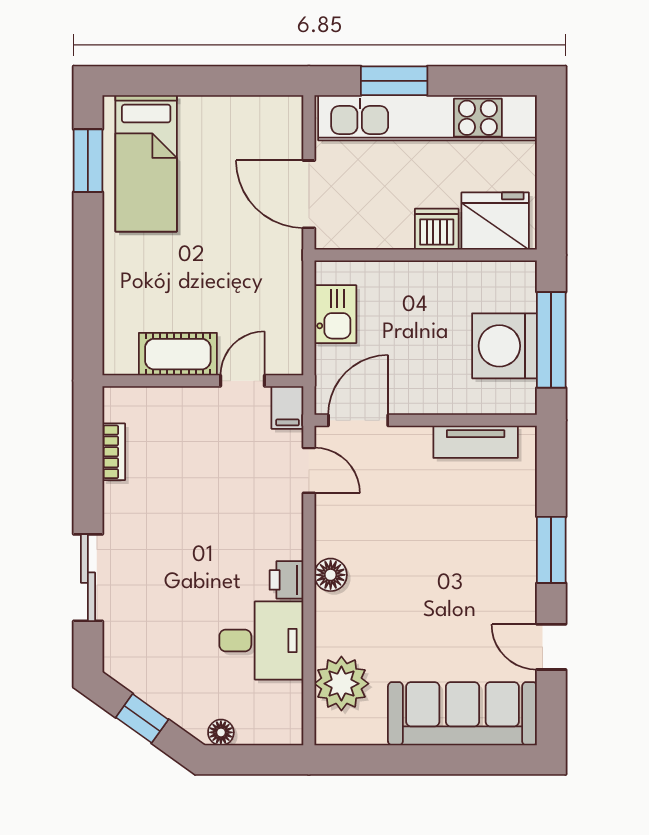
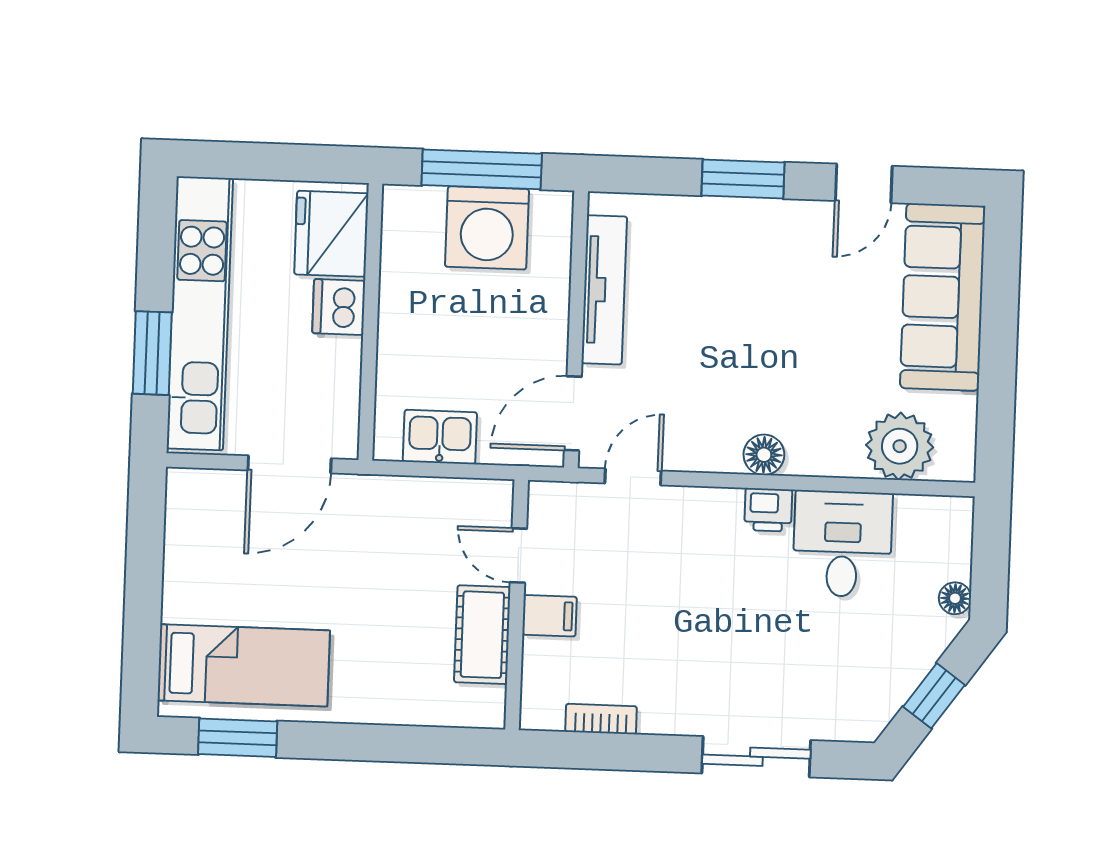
filing cabinet: (287, 407) -> (550, 616), moved
door: (358, 420) -> (573, 413), hinge flipped
tv unit: (476, 442) -> (604, 290), width x1.41

